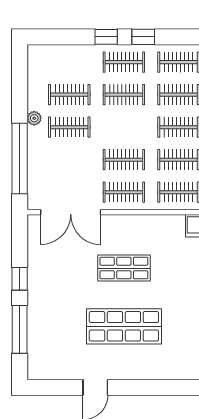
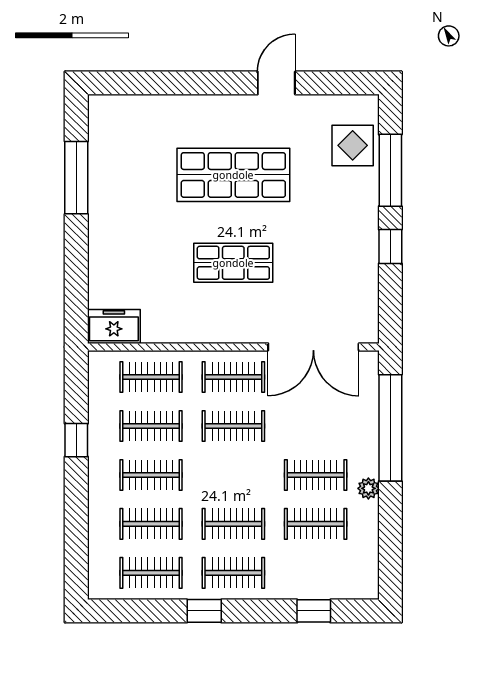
window: (106, 37) -> (314, 611), moved
double door: (71, 212) -> (313, 347), swing flipped
display table: (45, 346) -> (353, 145), added

